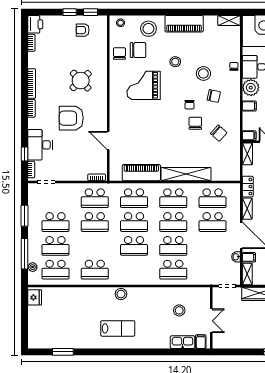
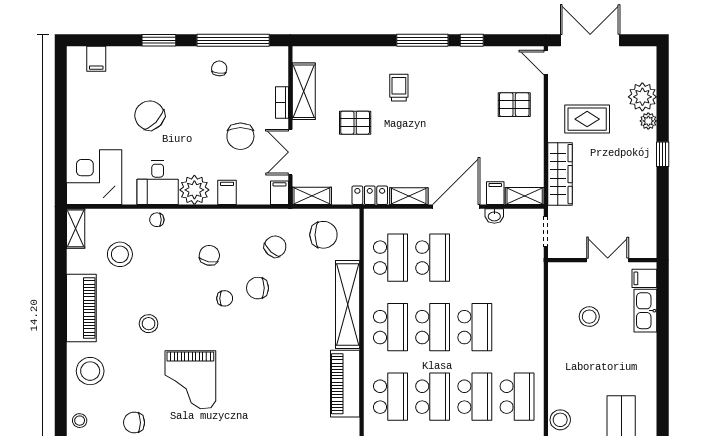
chair: (138, 50) -> (323, 235), moved, turned 90
stool: (203, 73) -> (120, 254), moved
school desk: (173, 270) -> (517, 397), moved

